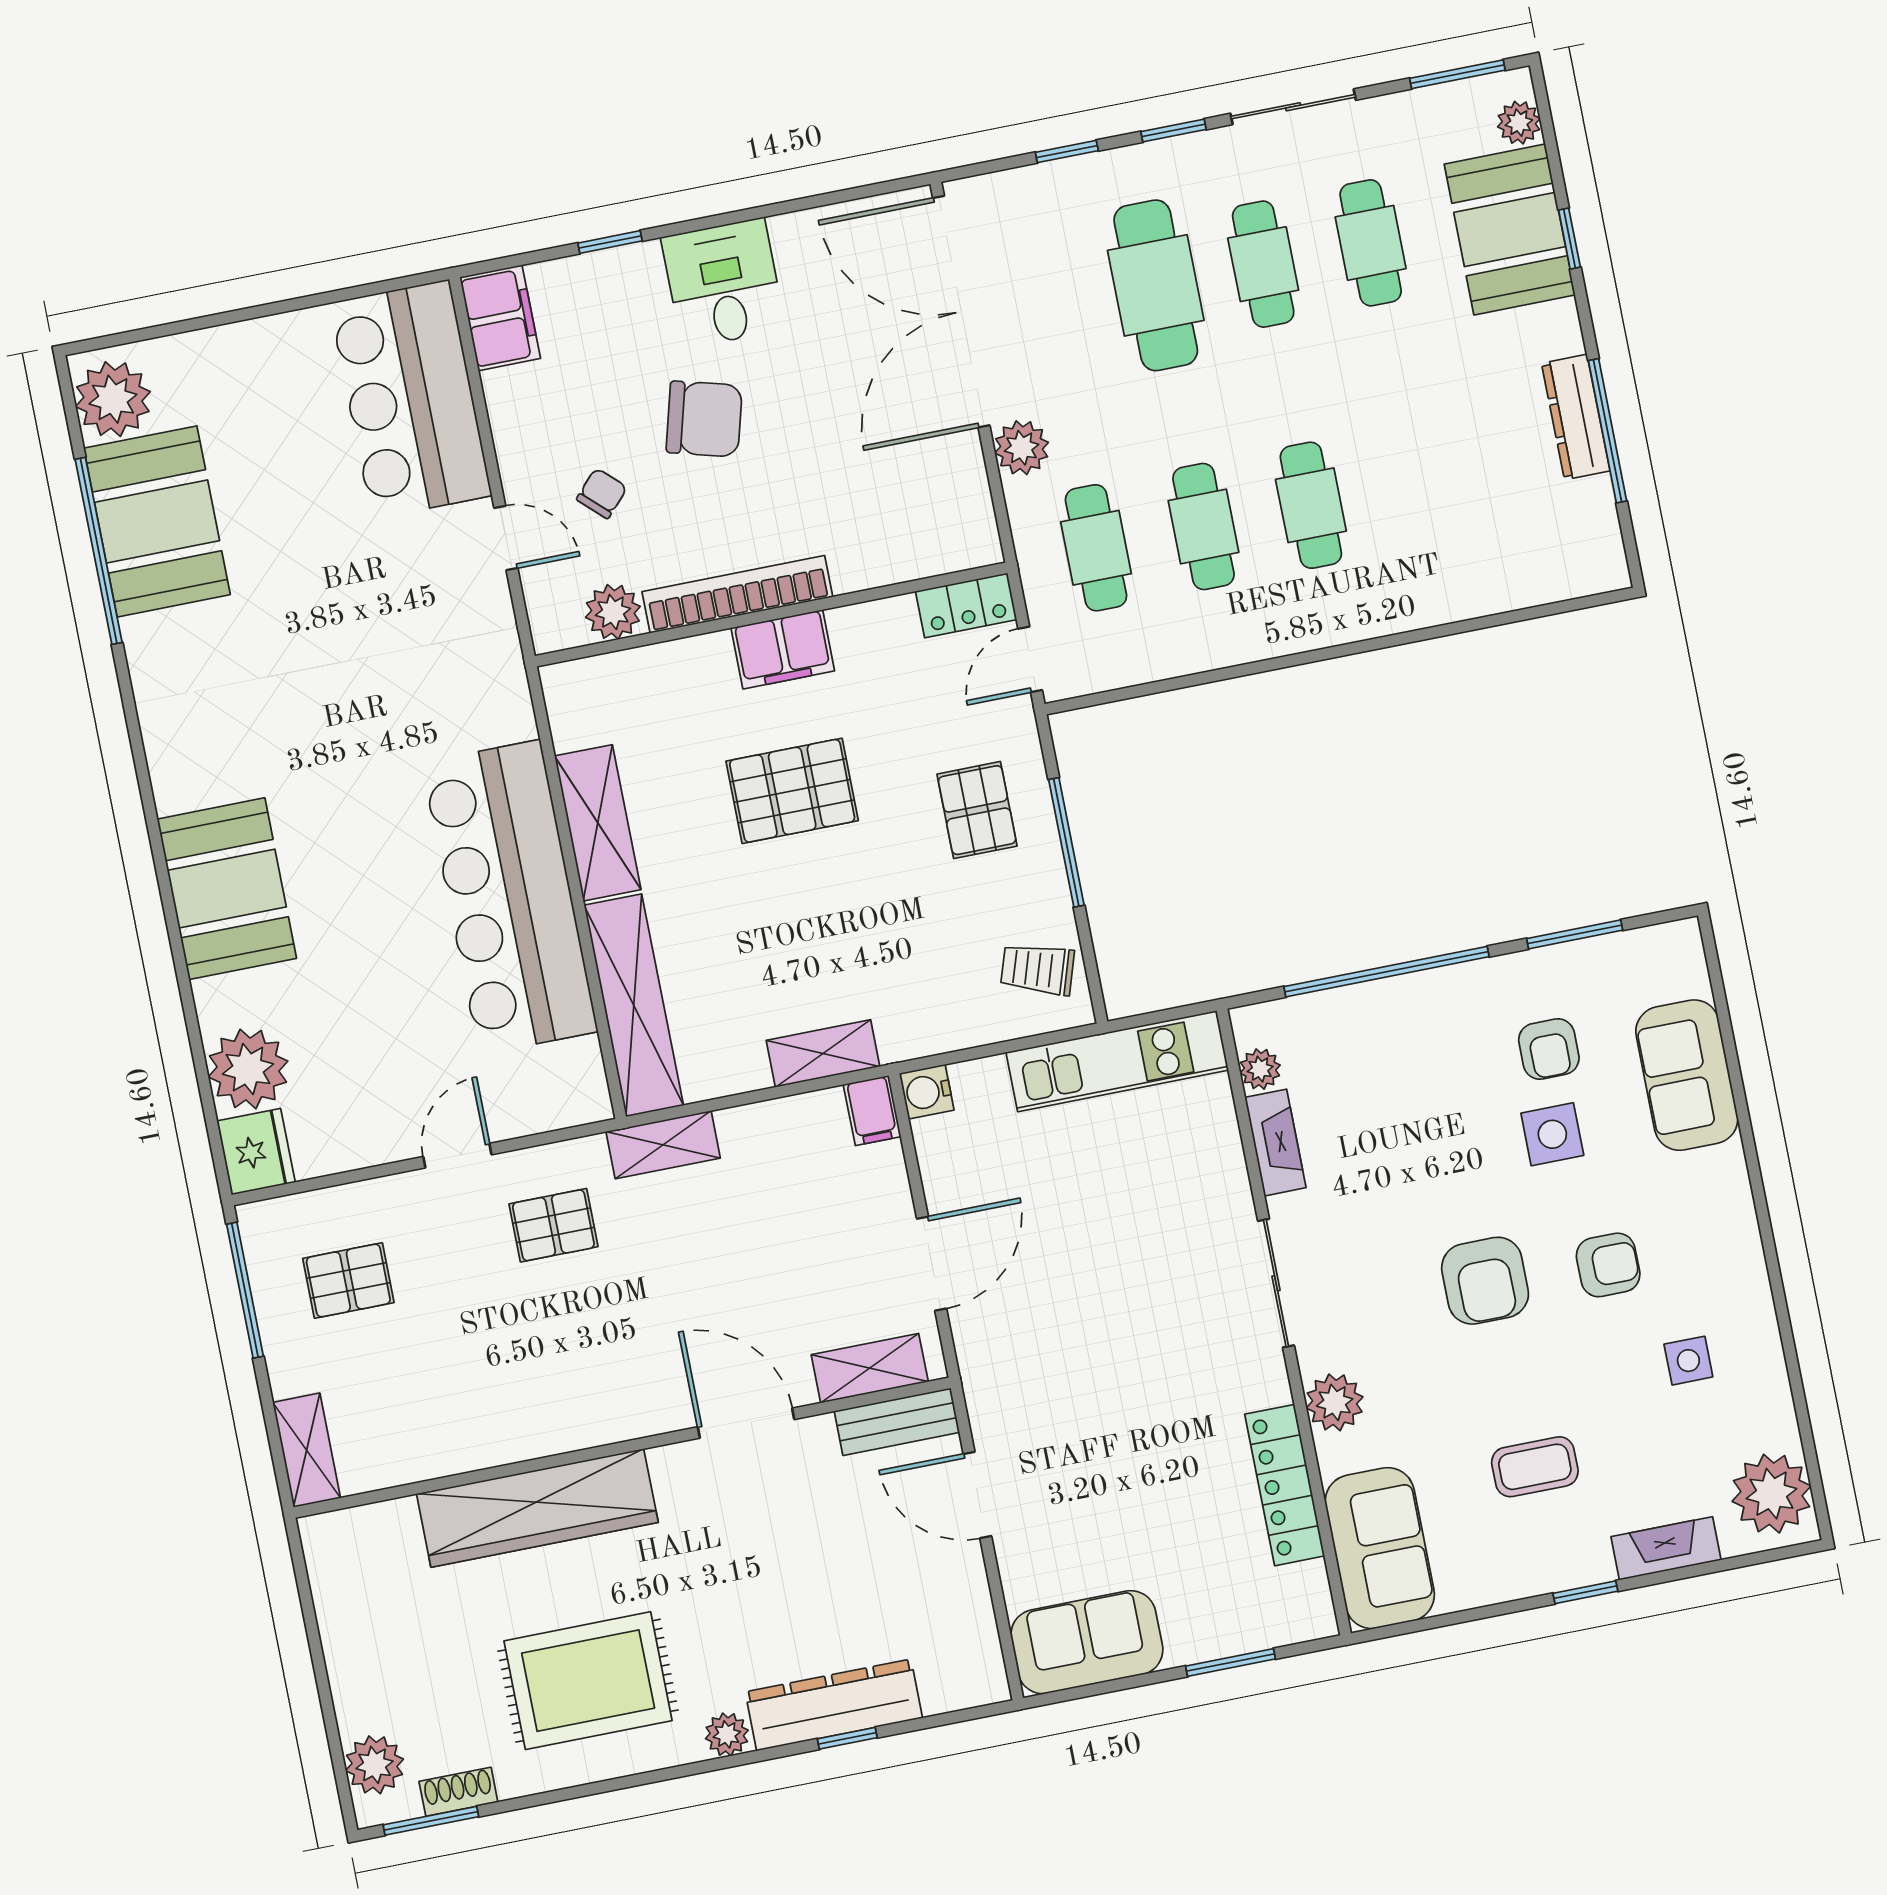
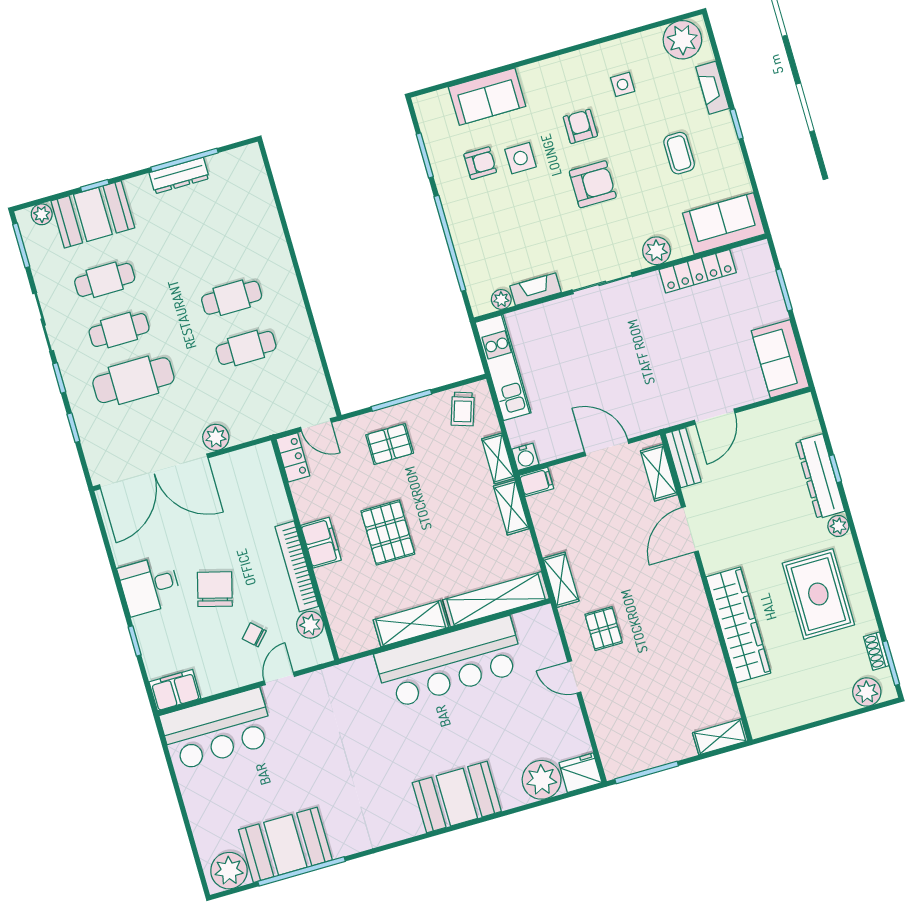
cafe table: (1096, 548) -> (260, 398), removed
shelving: (928, 1035) -> (498, 458), added
pallet: (348, 1280) -> (638, 724), removed

